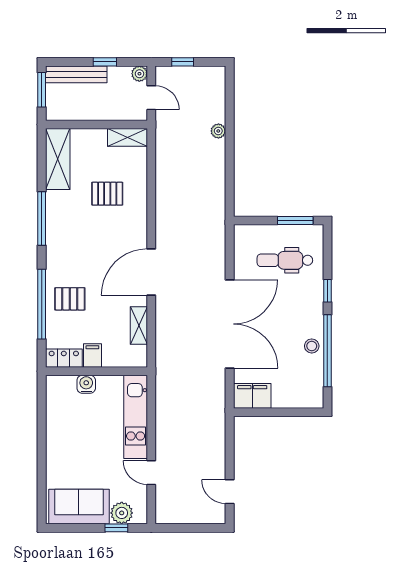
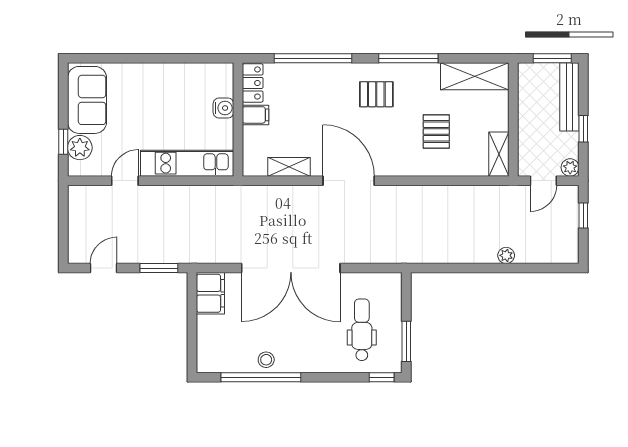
window: (327, 291) -> (382, 377), moved
pallet: (70, 299) -> (376, 94), moved, turned 90
window: (230, 442) -> (159, 268), added

